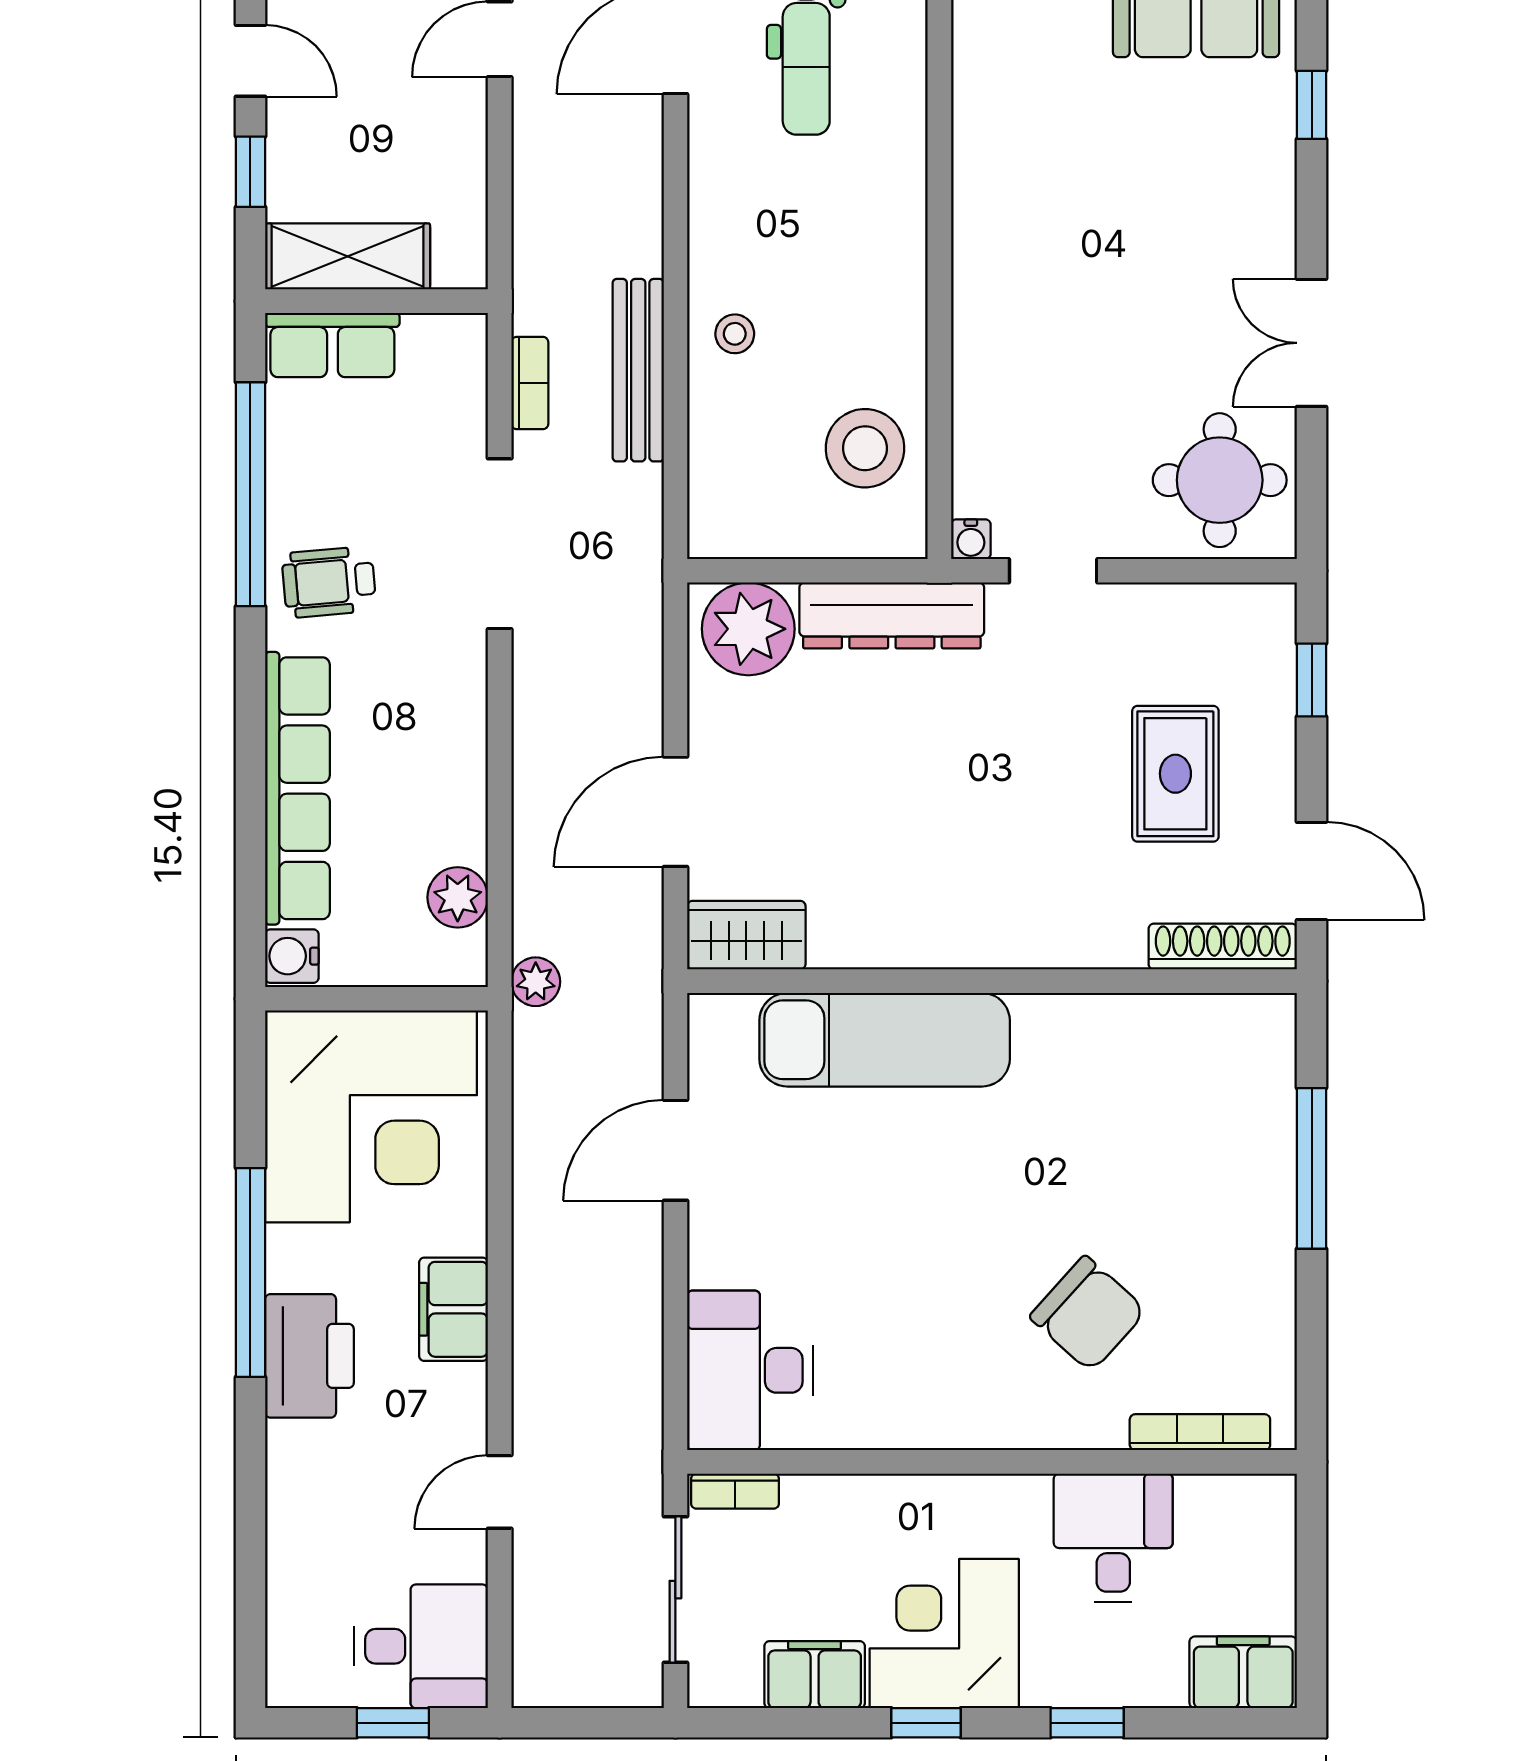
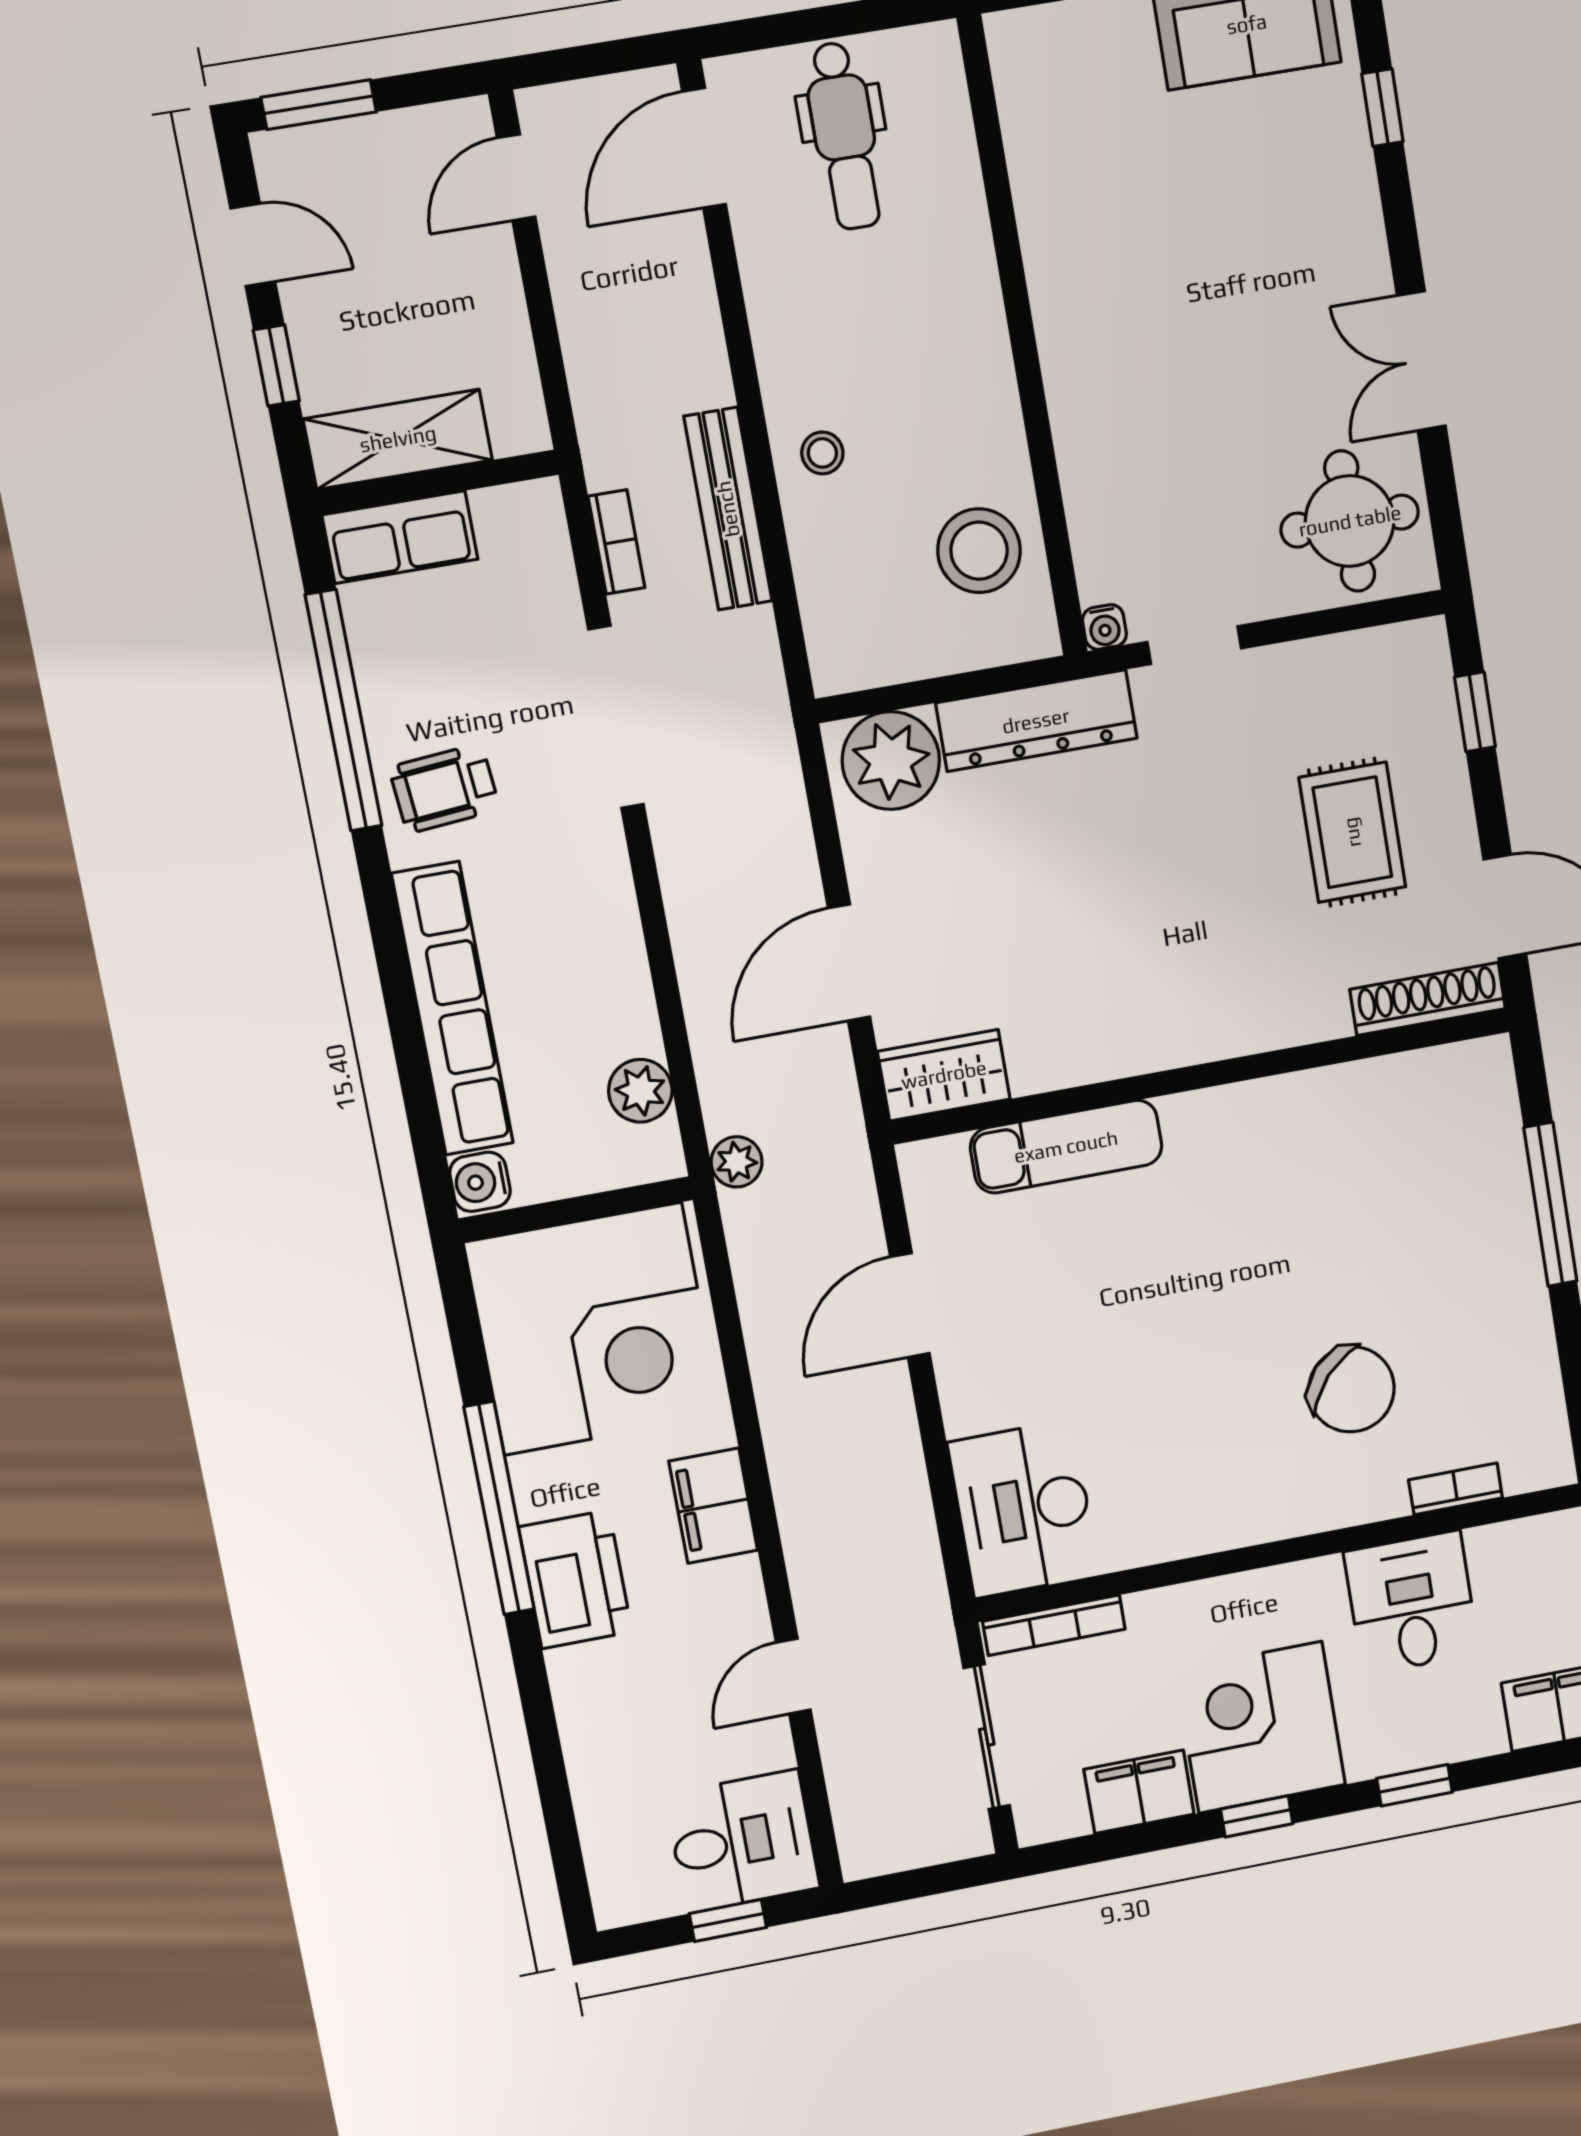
exam couch: (885, 1040) -> (1066, 1147), width x0.73, depth x0.69
bookcase: (1200, 1432) -> (1456, 1489), width x0.64
bookcase: (735, 1491) -> (1054, 1625), width x1.56

